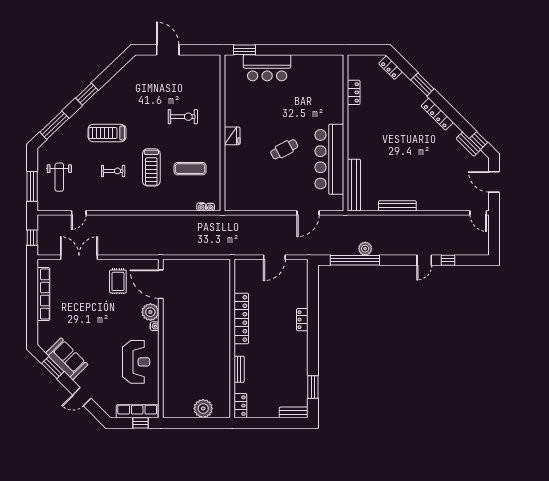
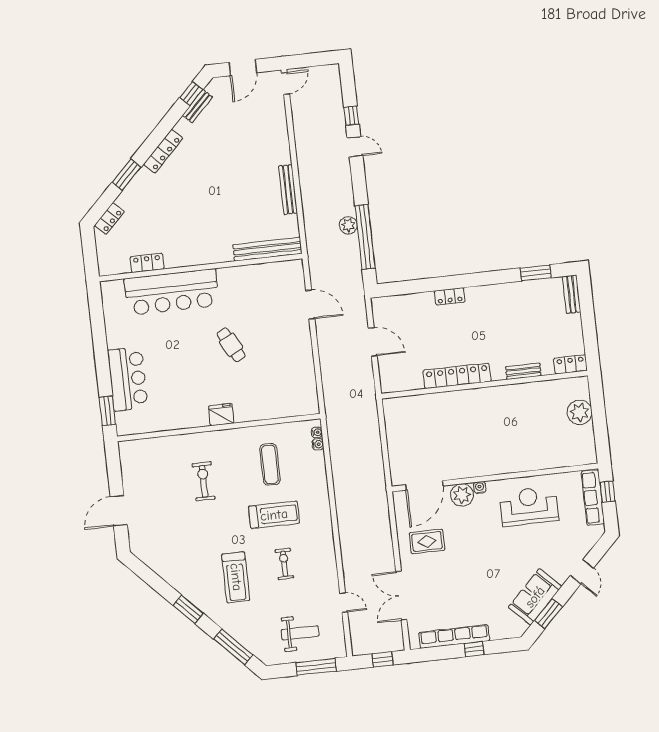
bar counter: (329, 159) -> (172, 292), moved
window: (32, 308) -> (474, 649), added

